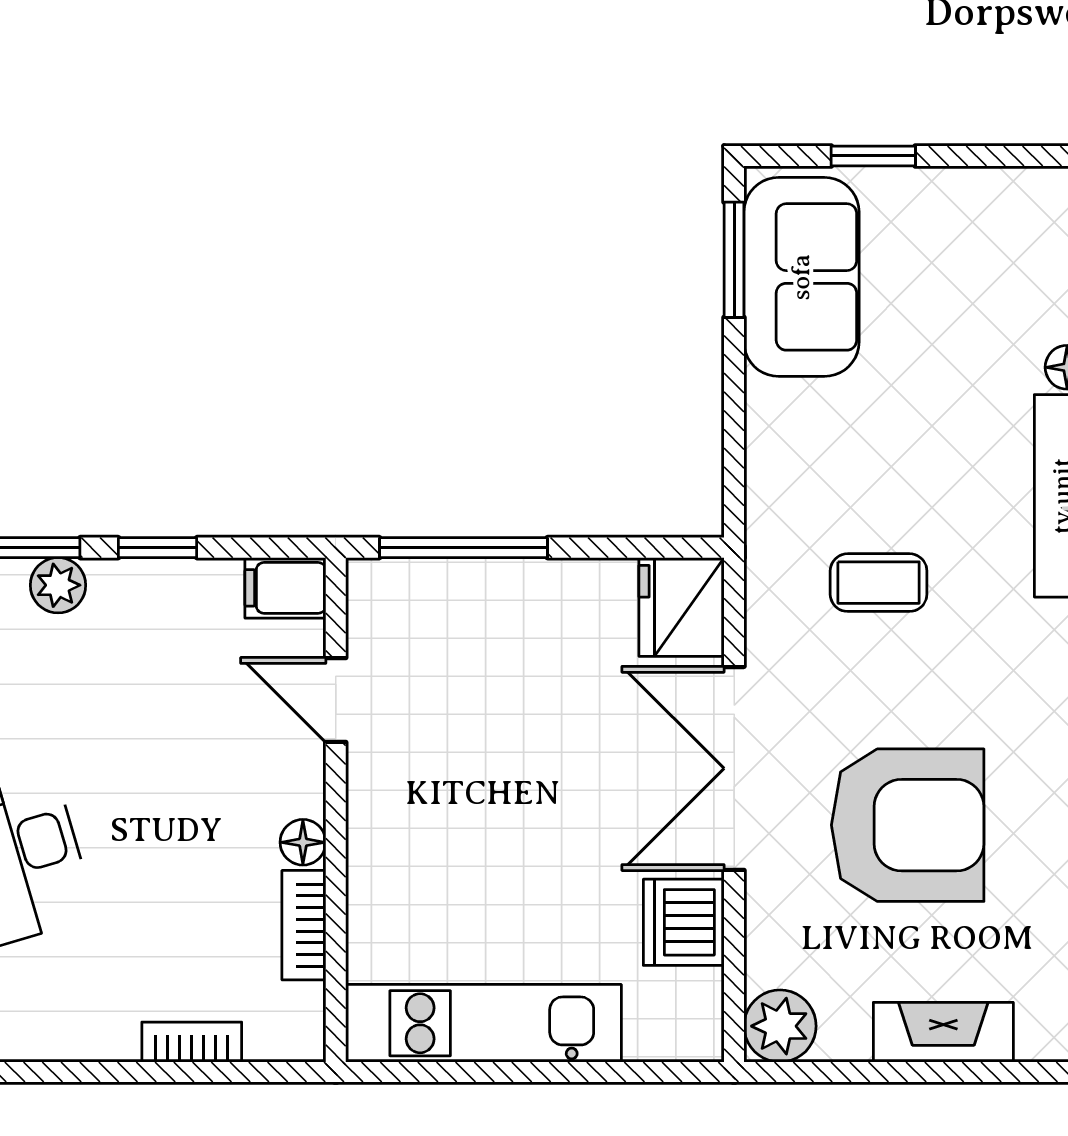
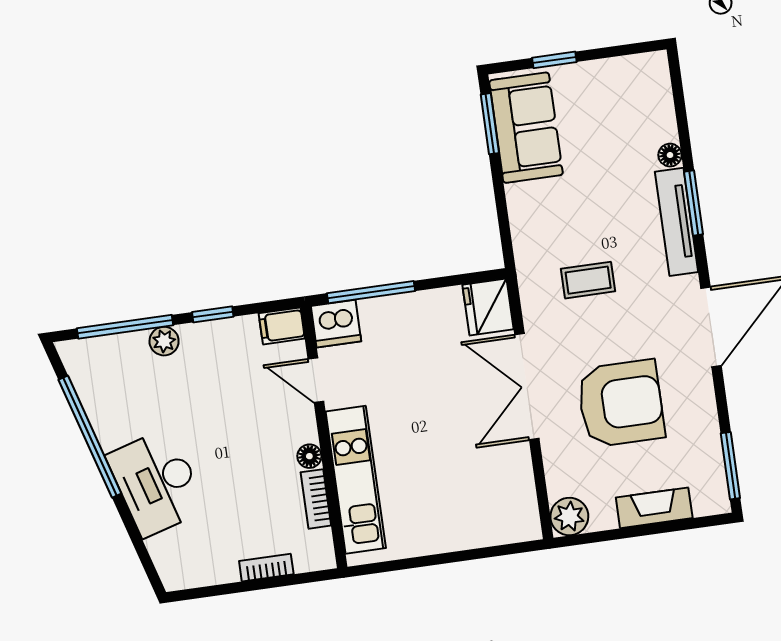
dishwasher: (684, 922) -> (336, 324), moved, turned -90
kitchen unit: (483, 1023) -> (356, 480), moved, turned 90

